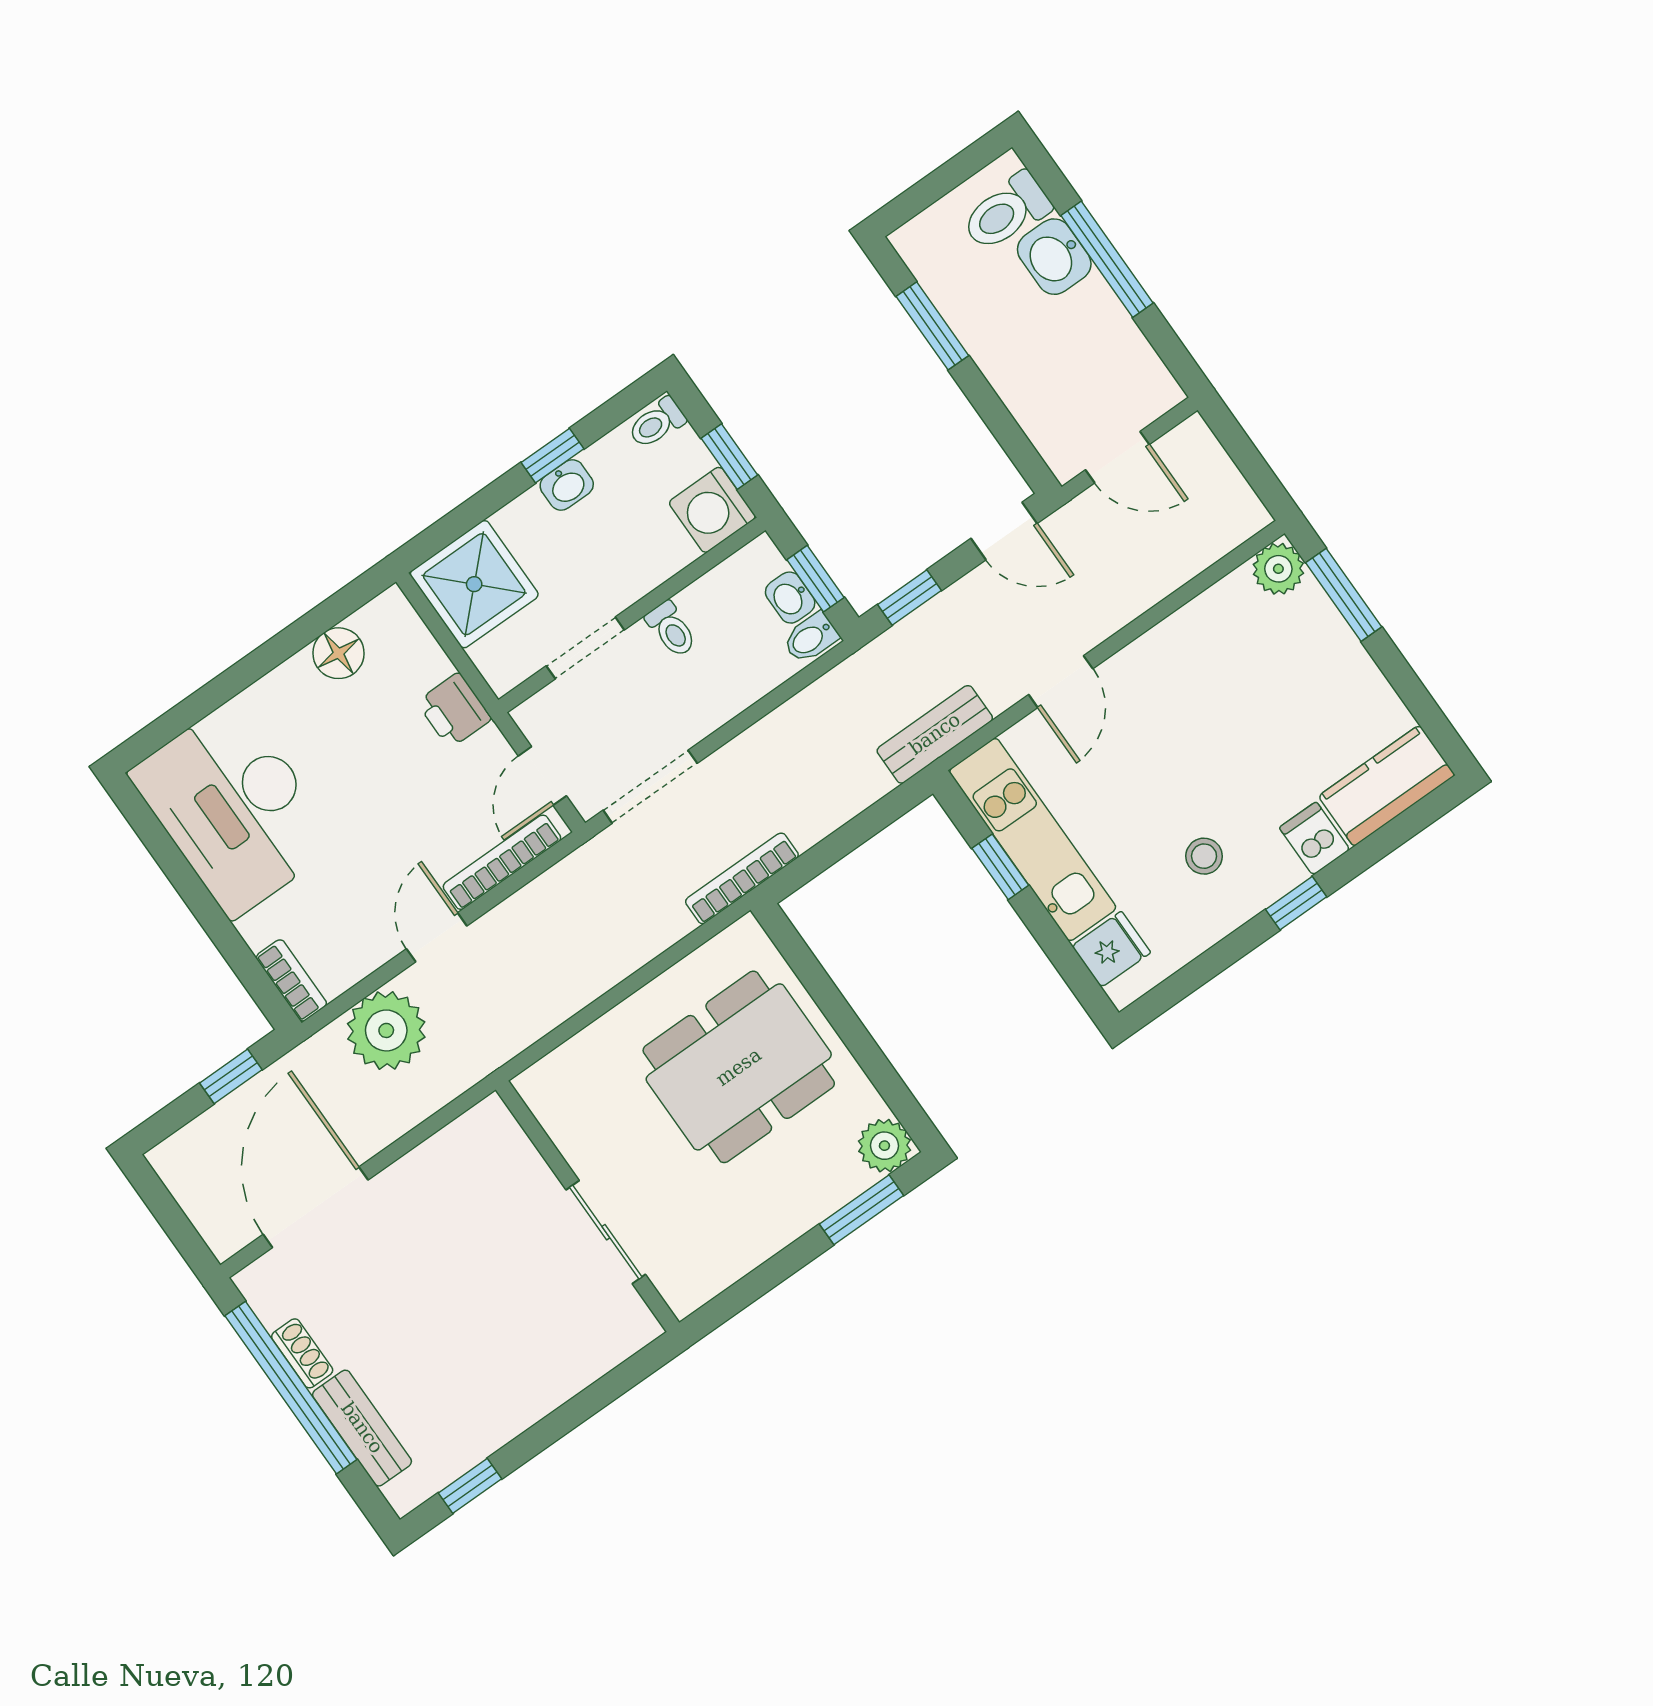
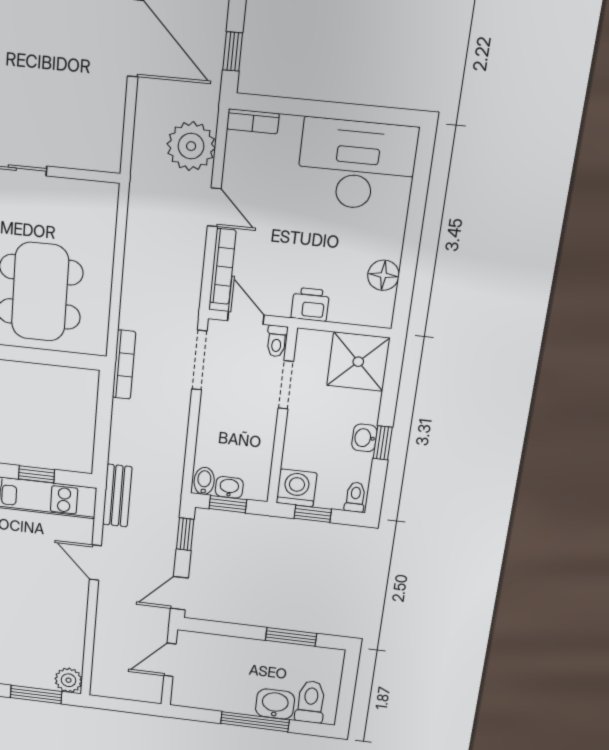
toilet: (671, 629) -> (277, 341), moved, turned -90

